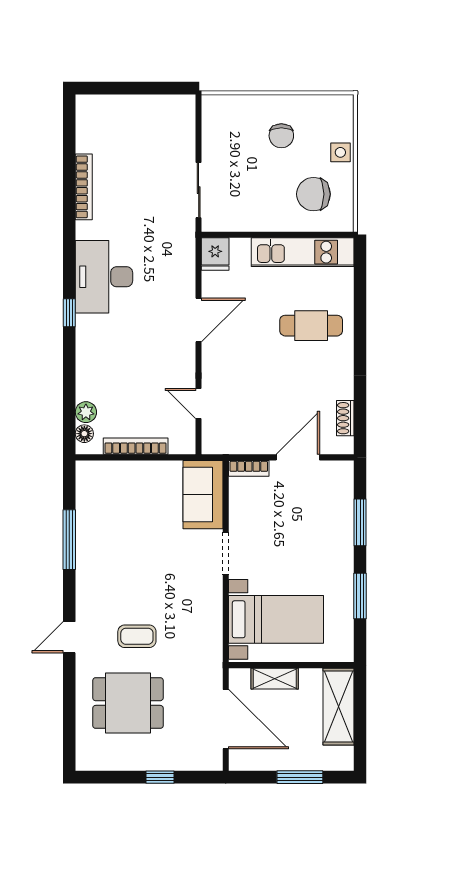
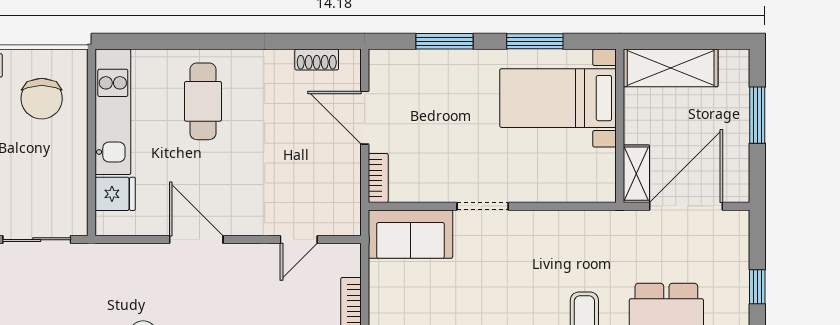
fridge: (215, 254) -> (115, 194), moved
bed with nightstands: (276, 619) -> (558, 98), moved, turned -90
shelving: (275, 679) -> (636, 174), moved

